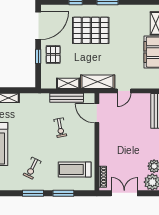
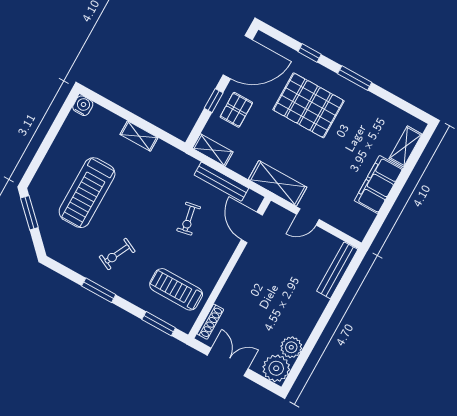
shelving: (68, 83) -> (213, 150), moved
window: (63, 193) -> (159, 324), moved

